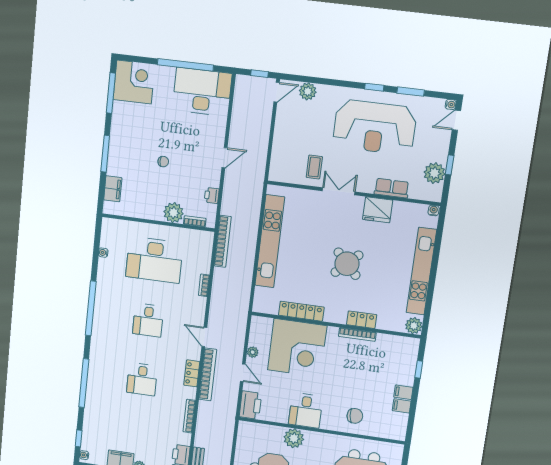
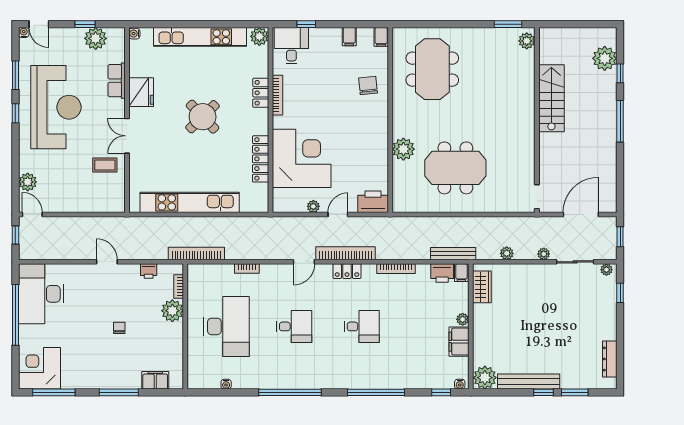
filing cabinet: (403, 392) -> (381, 37), moved
desk: (306, 410) -> (291, 46), moved, turned -90

